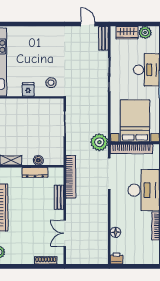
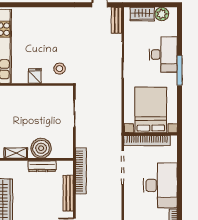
plant: (99, 142) -> (112, 133), removed
boiler: (38, 160) -> (41, 148), width x1.86, depth x1.86
bench: (59, 197) -> (68, 193), width x1.36

